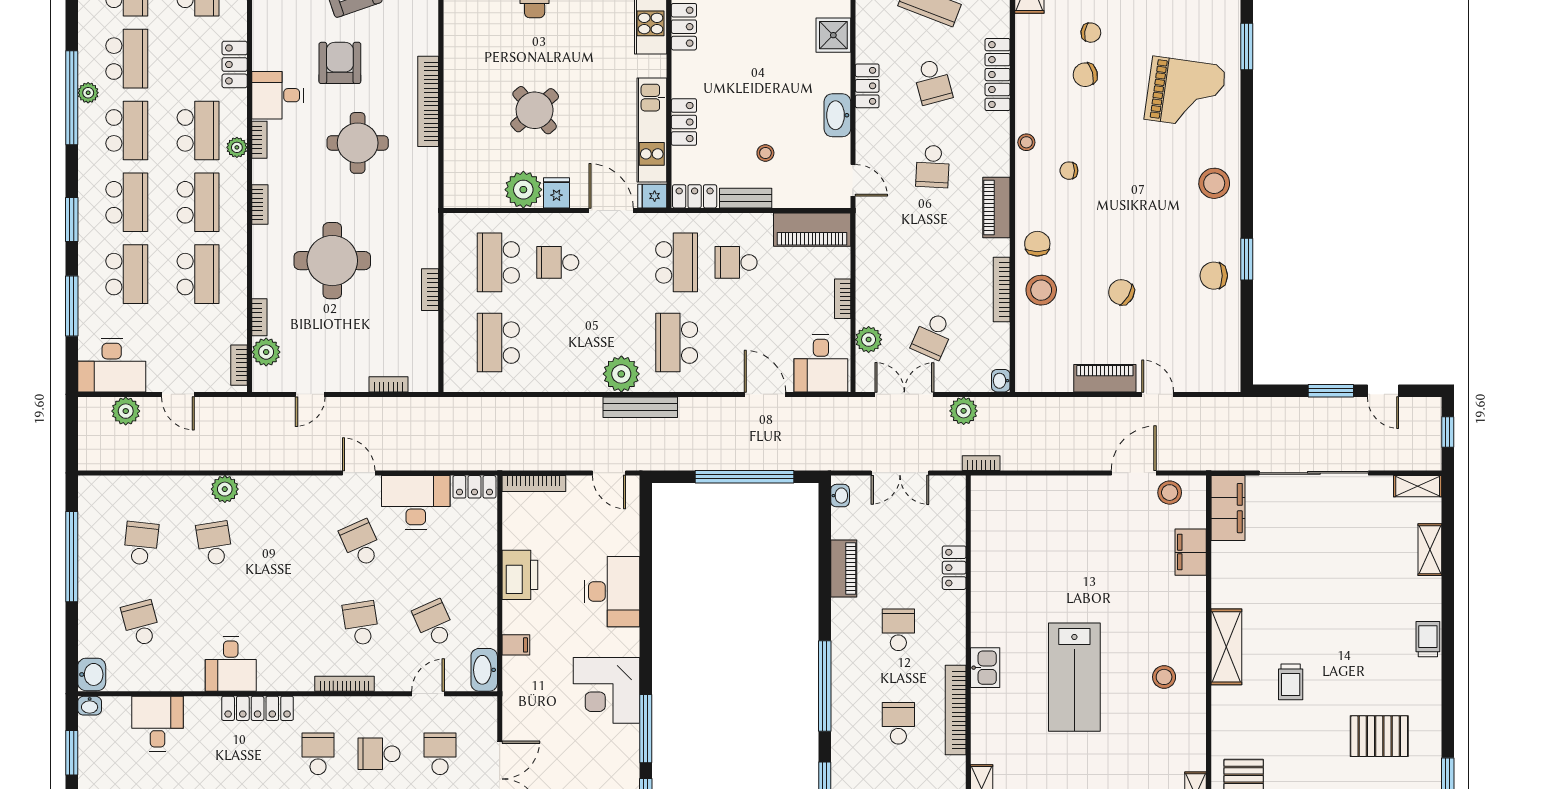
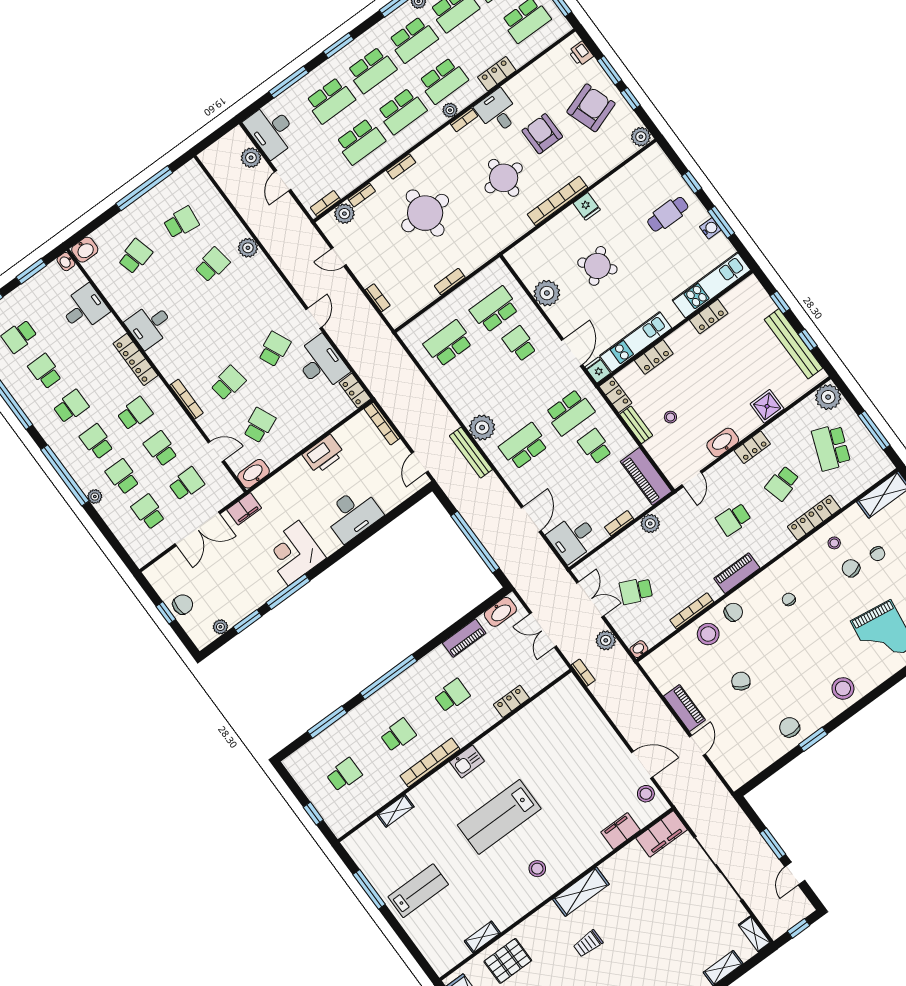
armchair: (340, 63) -> (542, 134), turned -90
stool: (1026, 142) -> (834, 543), moved
fridge: (557, 193) -> (587, 206), moved, turned 90
bookcase: (260, 204) -> (401, 167), moved
plant: (869, 340) -> (650, 524), moved
washbasin: (840, 496) -> (500, 612), width x1.91, depth x1.45
filing cabinet: (516, 645) -> (244, 509), moved, width x2.00

